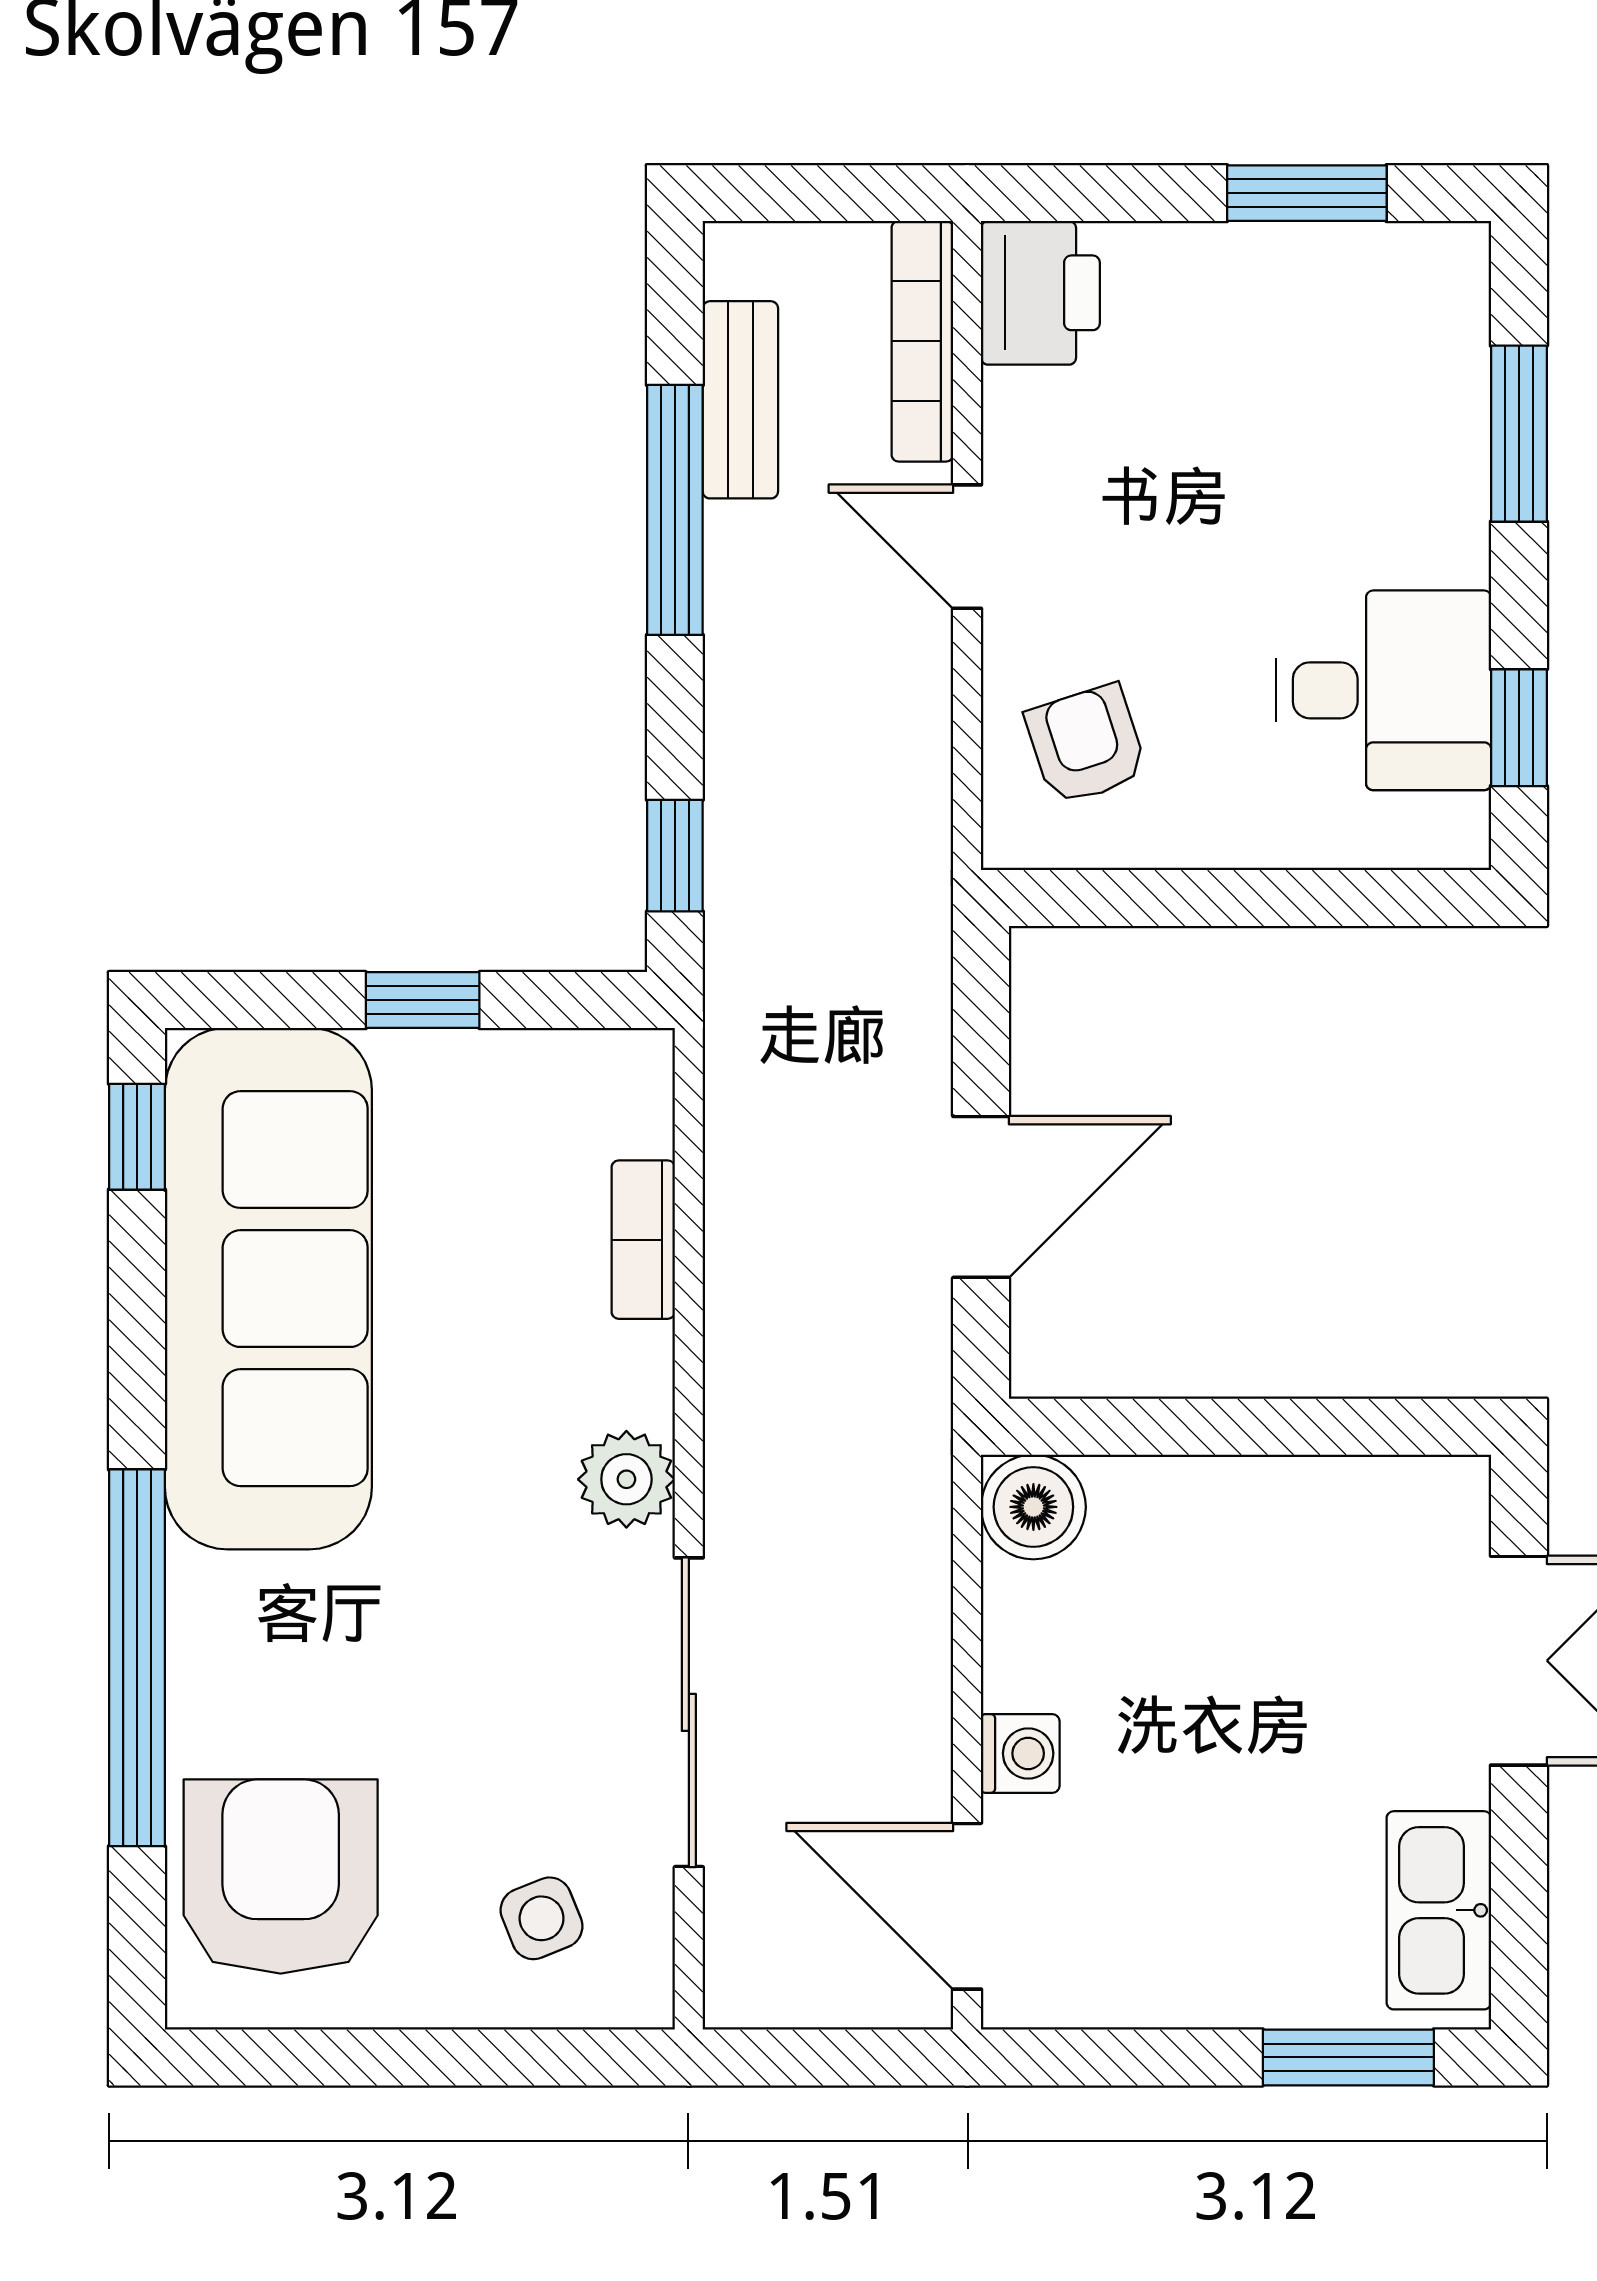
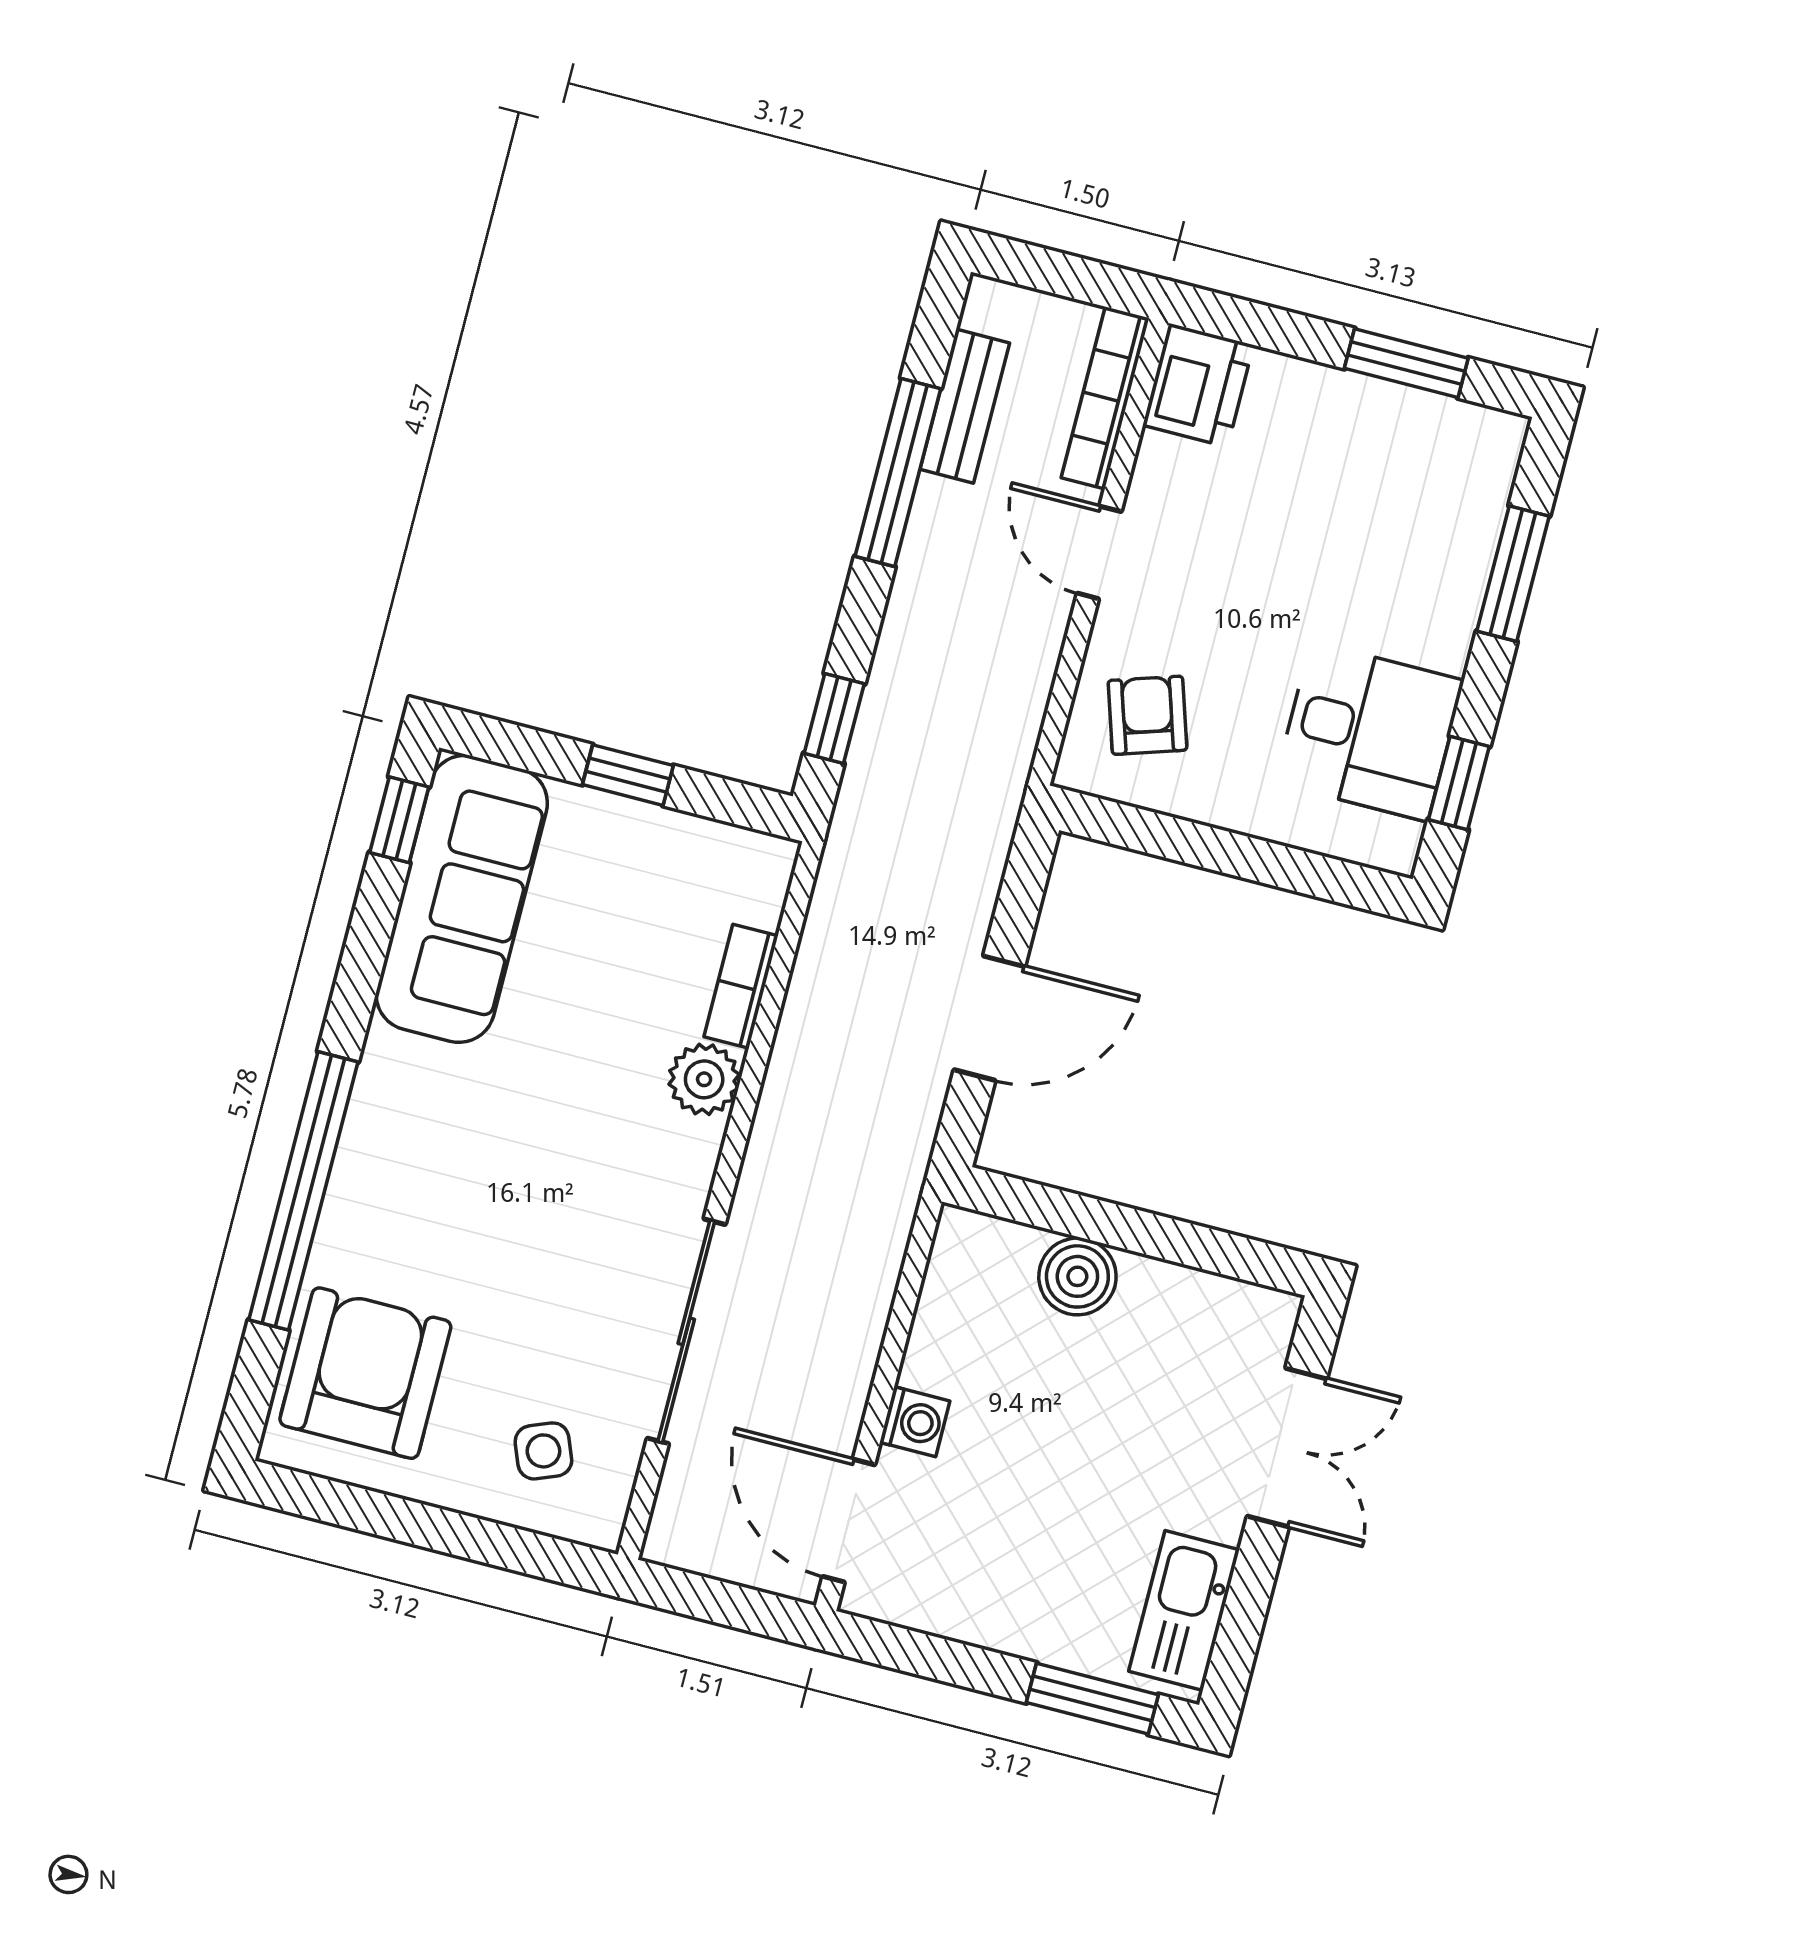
sofa: (268, 1289) -> (462, 899), width x0.74, depth x0.79
plant: (626, 1479) -> (704, 1079), moved
boiler: (1033, 1507) -> (1077, 1276), moved

